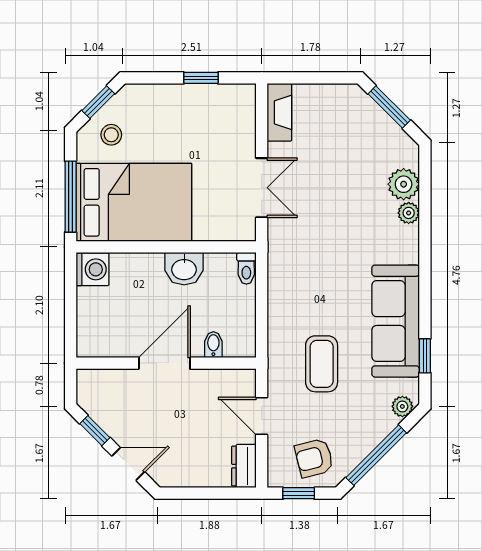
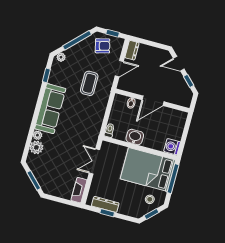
dresser: (210, 96) -> (105, 204), added
sofa: (396, 321) -> (50, 109), moved
door: (262, 416) -> (119, 69), hinge flipped

